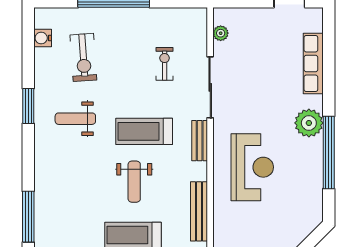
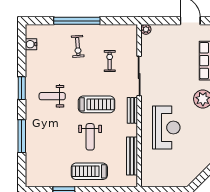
plant: (221, 33) -> (146, 29), moved
exercise bike: (83, 57) -> (78, 46), moved, width x0.73, depth x0.72
treadmill: (144, 131) -> (97, 104), turned 180
window: (28, 217) -> (22, 136), moved

